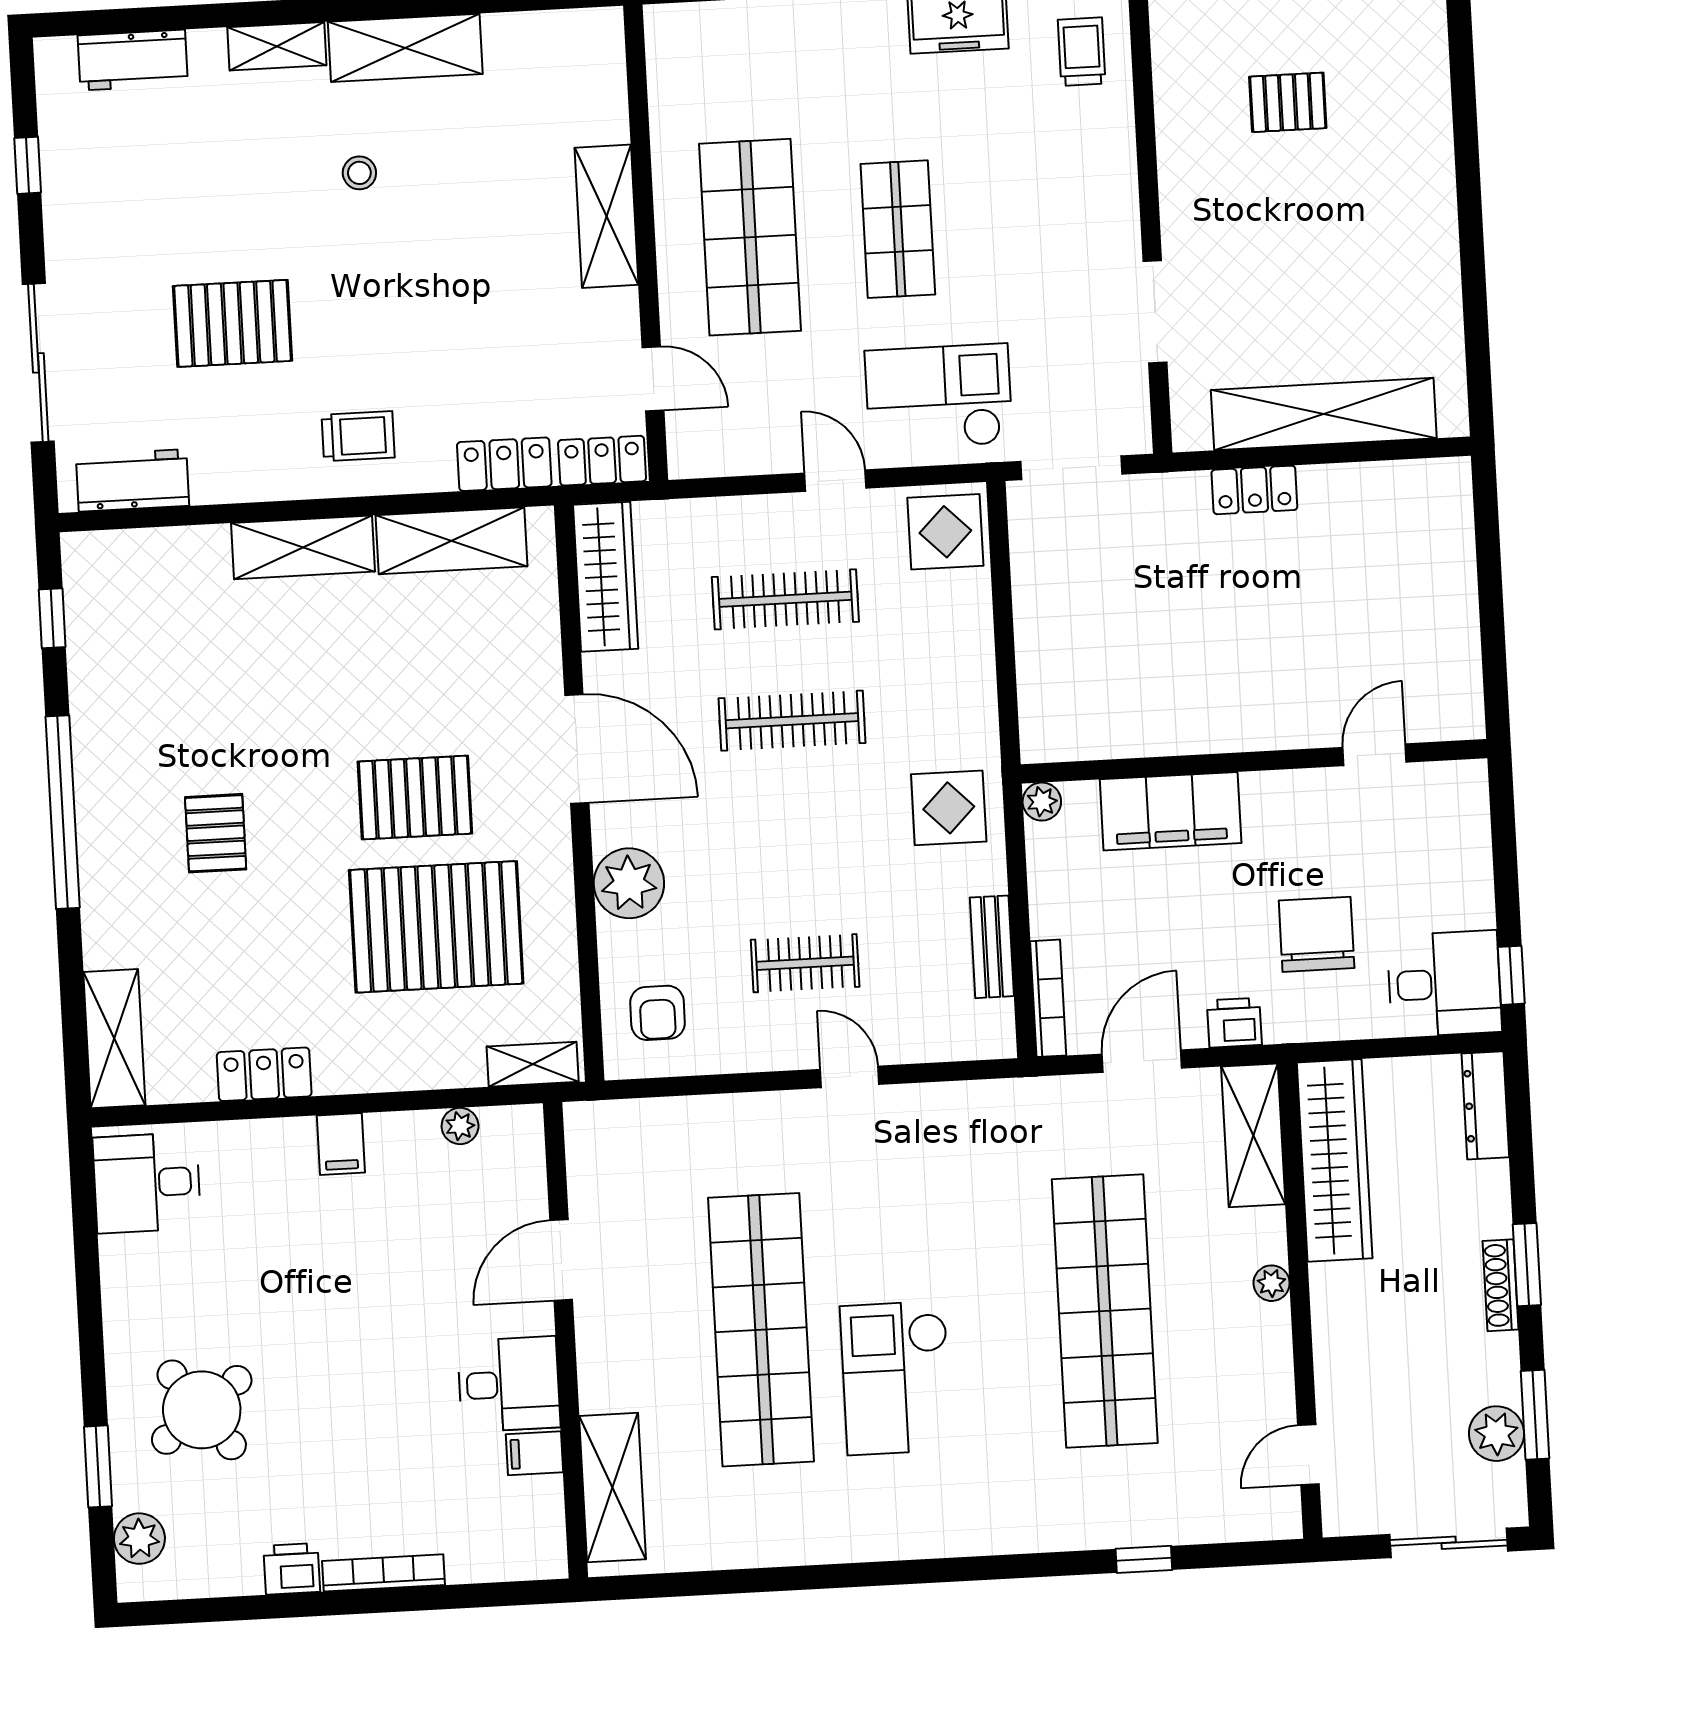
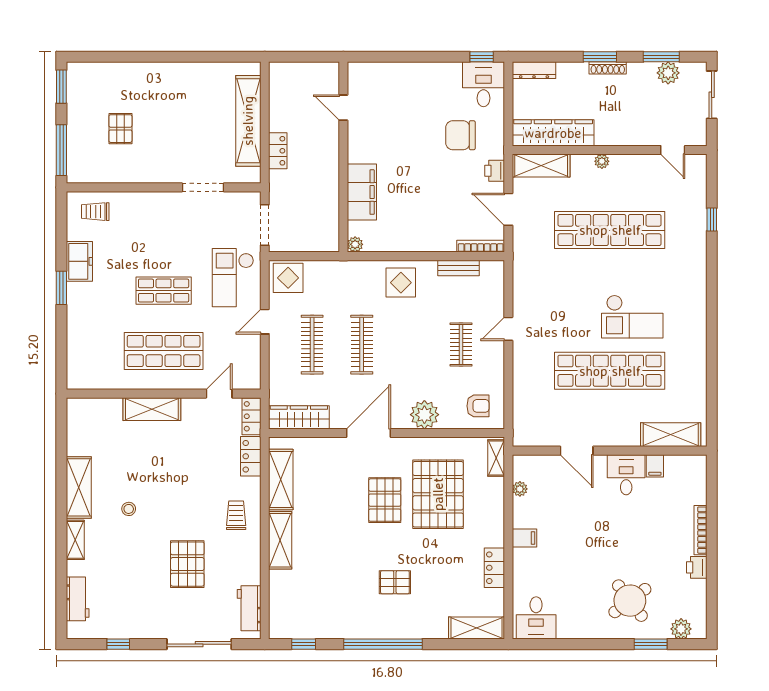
door: (1374, 755) -> (343, 108), moved
wall: (1254, 761) -> (343, 157), moved
plant: (1042, 802) -> (355, 244), moved
filing cabinet: (1171, 811) -> (362, 192), moved

